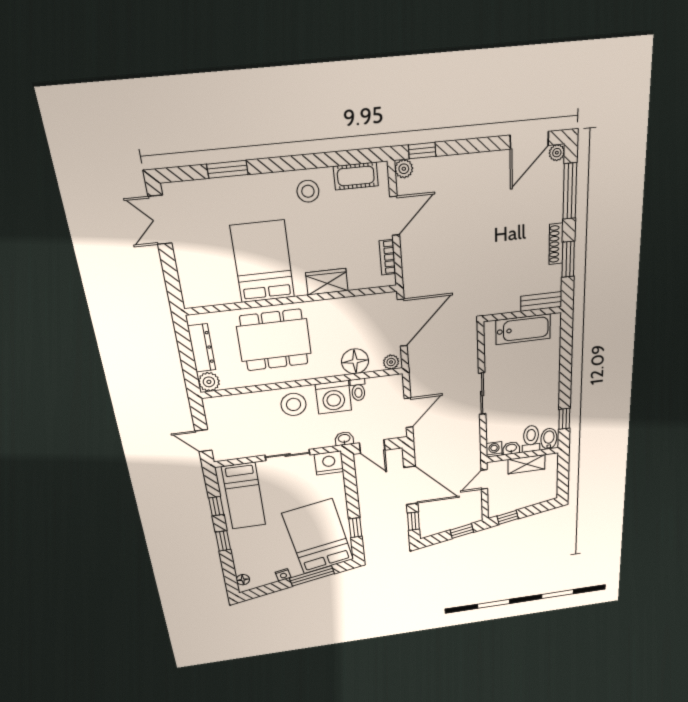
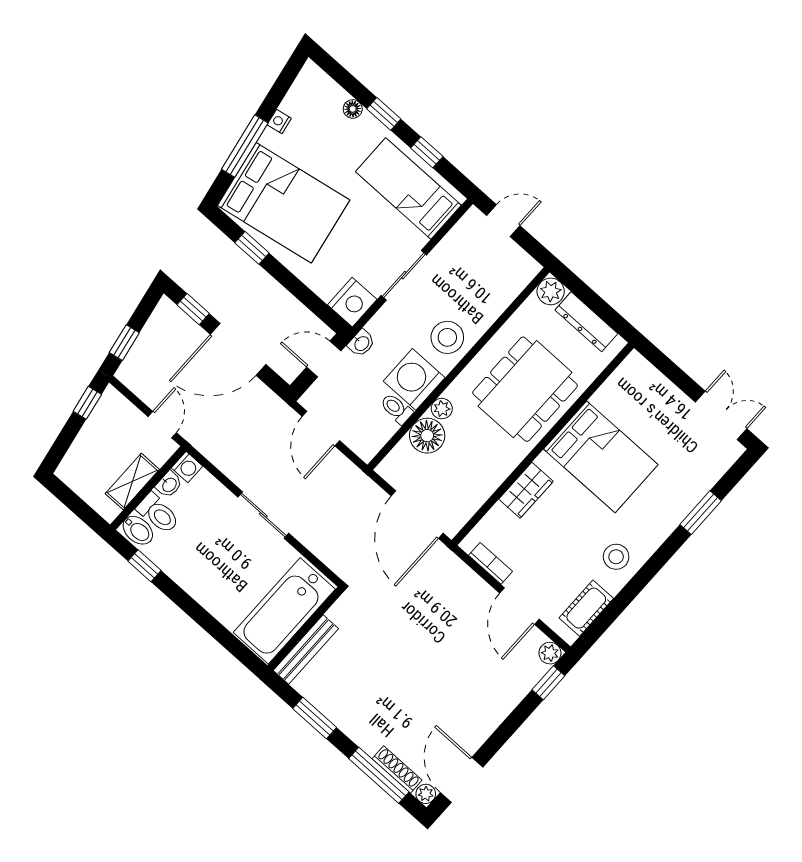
shoe rack: (556, 244) -> (397, 769), moved
bench: (541, 301) -> (306, 649), width x1.36
bathtub: (523, 329) -> (284, 611), width x1.36, depth x1.36
plant: (391, 362) -> (442, 409), moved
floor lamp: (243, 580) -> (353, 109), moved

